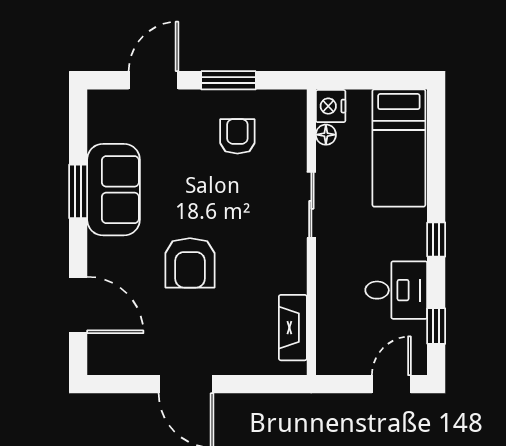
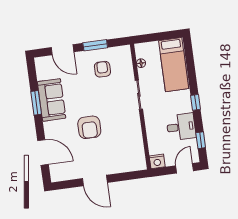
door: (154, 80) -> (62, 50), swing flipped
nightstand: (331, 106) -> (157, 161), moved, turned -90
fireplace: (293, 328) -> (138, 149), removed

